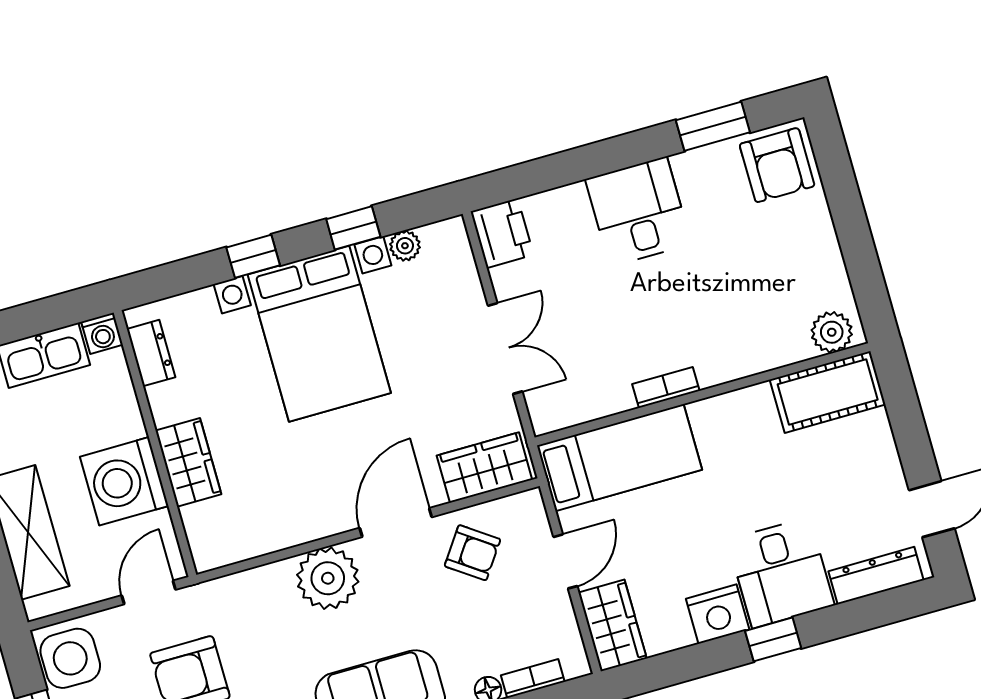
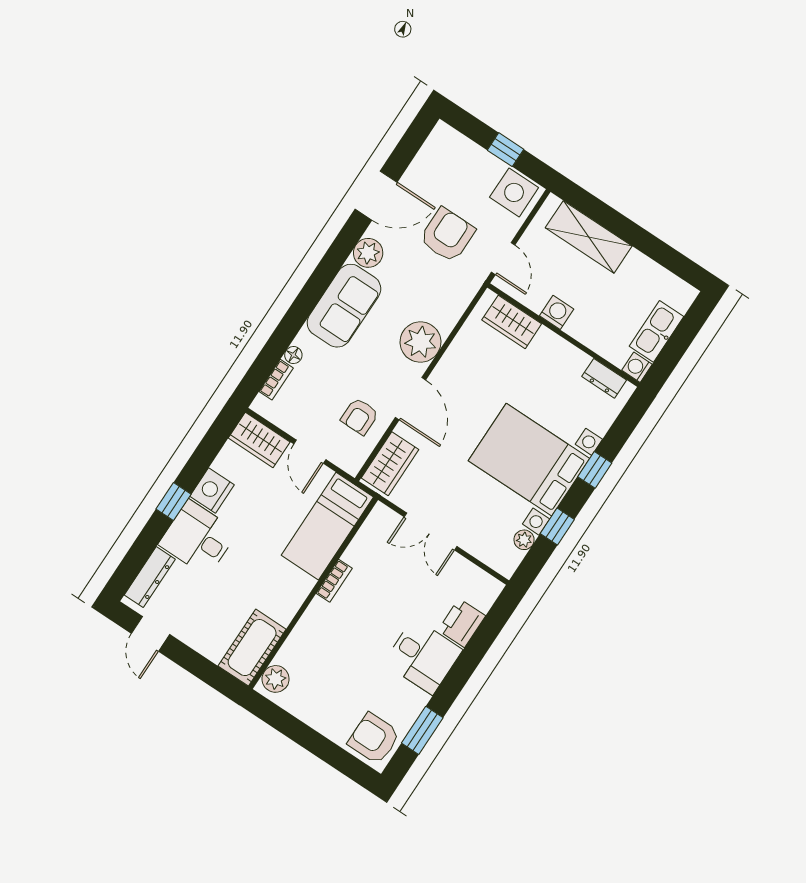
printer: (502, 233) -> (462, 623), moved, turned 90
wardrobe: (188, 462) -> (512, 322), moved
washing machine: (124, 481) -> (557, 312), width x0.53, depth x0.53
armchair: (472, 553) -> (360, 416), turned -35

